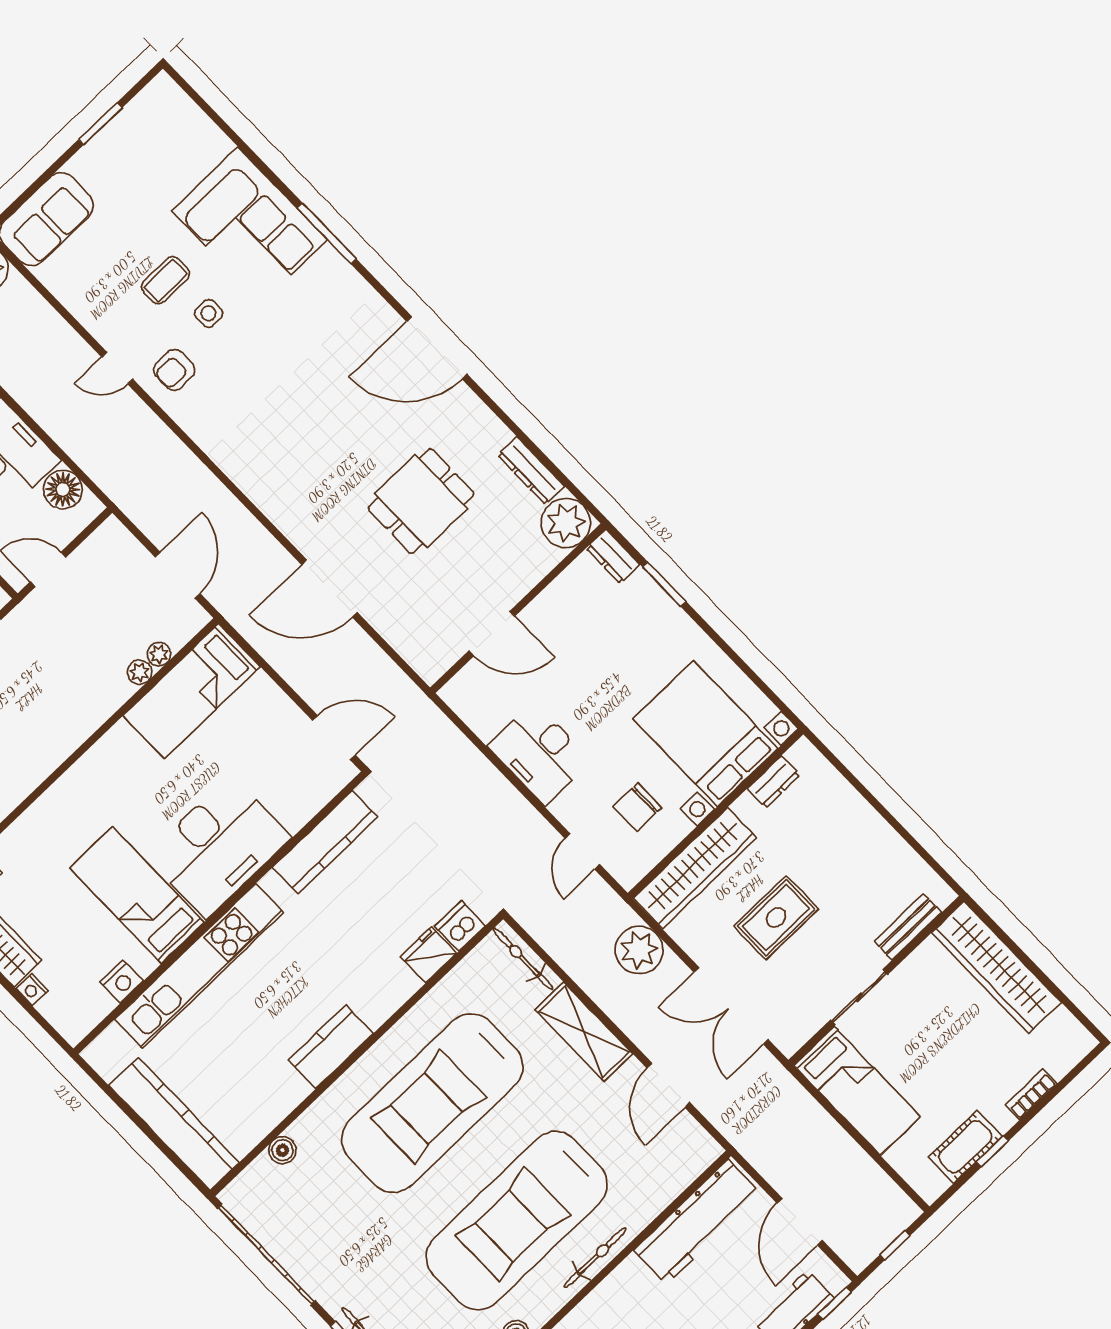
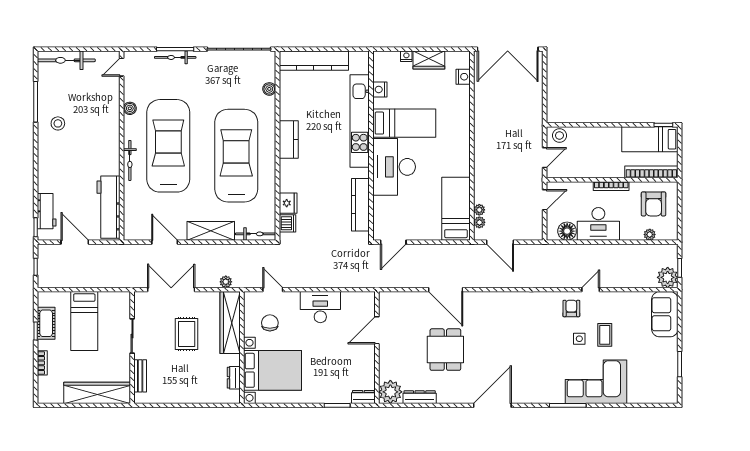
door: (329, 589) -> (446, 290), swing flipped
plant: (140, 672) -> (479, 222), moved
plant: (639, 950) -> (226, 282), width x0.53, depth x0.53
bed: (857, 1091) -> (84, 321), moved, turned -90

